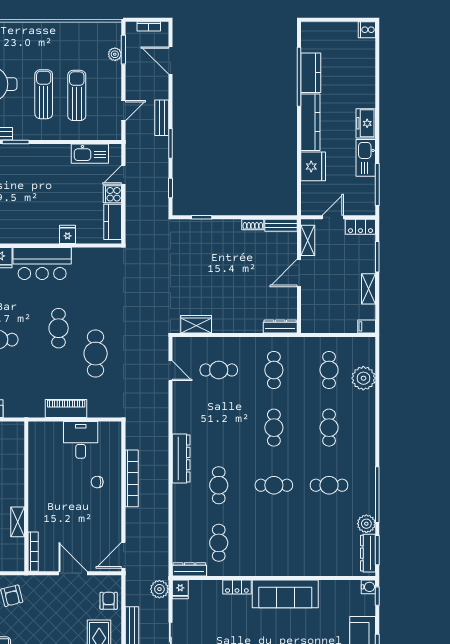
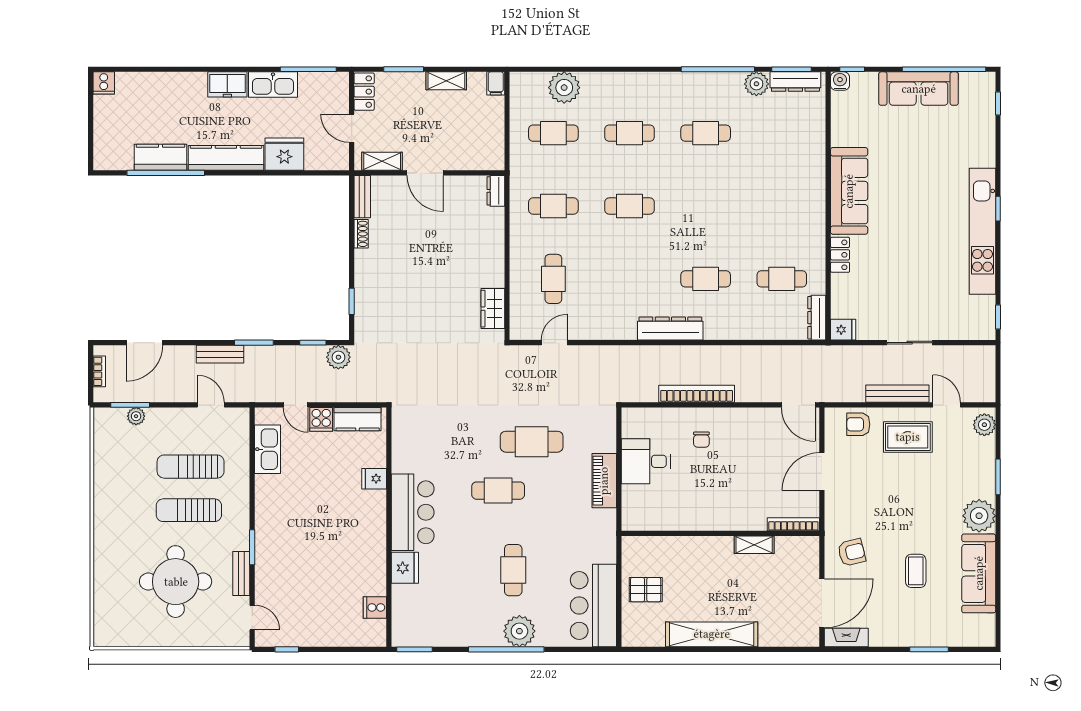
dresser: (280, 326) -> (496, 191), width x0.70
cafe table: (274, 485) -> (706, 206), removed
cafe table: (329, 485) -> (706, 133), turned 90
plant: (159, 589) -> (338, 357), moved

